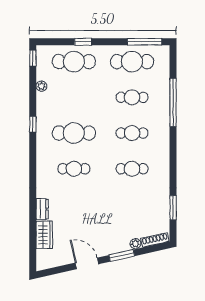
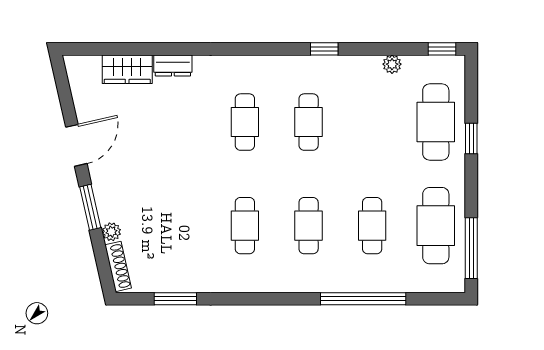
cafe table: (74, 133) -> (309, 122), width x0.73, depth x0.74

